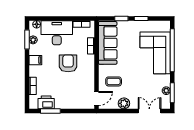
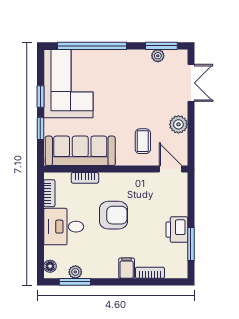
desk: (57, 33) -> (64, 227), width x0.73
corner sofa: (155, 53) -> (68, 84), moved, turned -90
filing cabinet: (35, 60) -> (127, 268), moved
armchair: (68, 63) -> (114, 215), turned 180
printer: (46, 102) -> (177, 230), moved
double door: (149, 111) -> (191, 83), swing flipped

